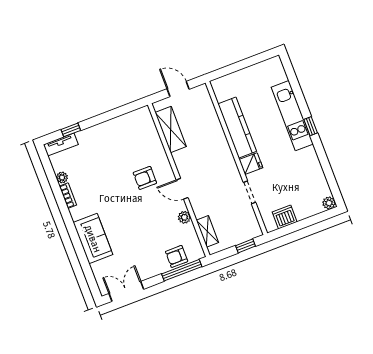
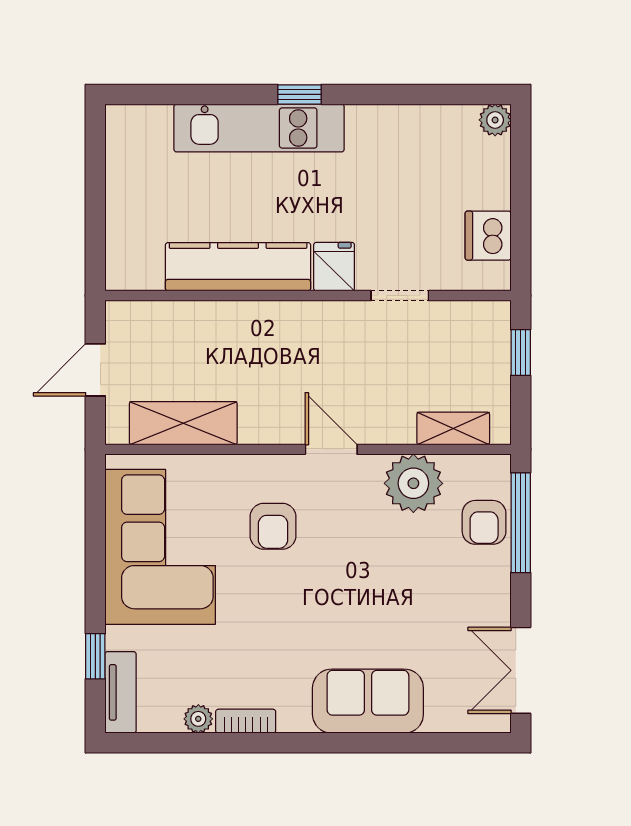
corner sofa: (121, 139) -> (160, 547), added
door: (182, 189) -> (331, 449), swing flipped
plant: (184, 217) -> (413, 483), width x1.88, depth x1.88

